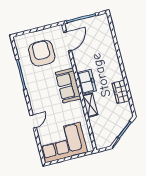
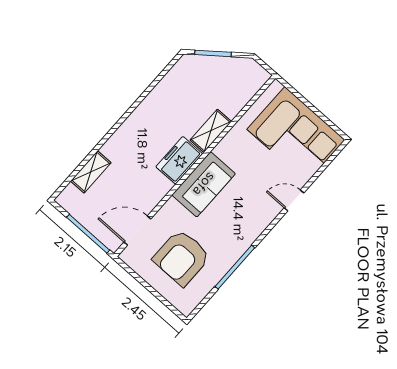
shelving: (108, 38) -> (91, 172), added
wardrobe: (121, 92) -> (159, 98), removed

